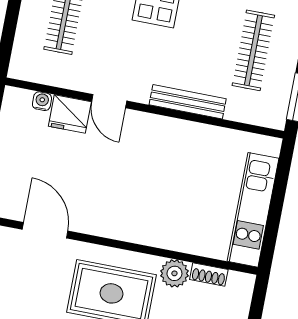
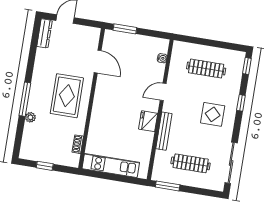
fridge: (70, 114) -> (148, 121), moved
door: (45, 230) -> (98, 62), hinge flipped
plant: (174, 273) -> (78, 127), removed

